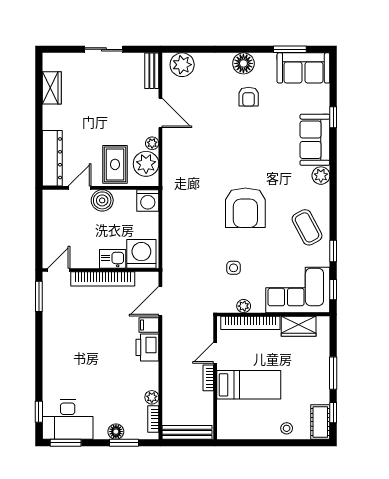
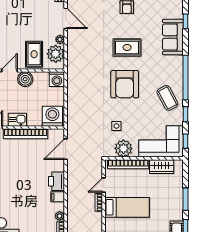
rug: (249, 155) -> (127, 47), added
plant: (321, 176) -> (177, 62), removed
window: (333, 198) -> (186, 77), added
kitchen sink: (113, 259) -> (17, 120), moved
plant: (244, 306) -> (123, 148), width x1.88, depth x1.88
filing cabinet: (149, 325) -> (58, 197), moved

